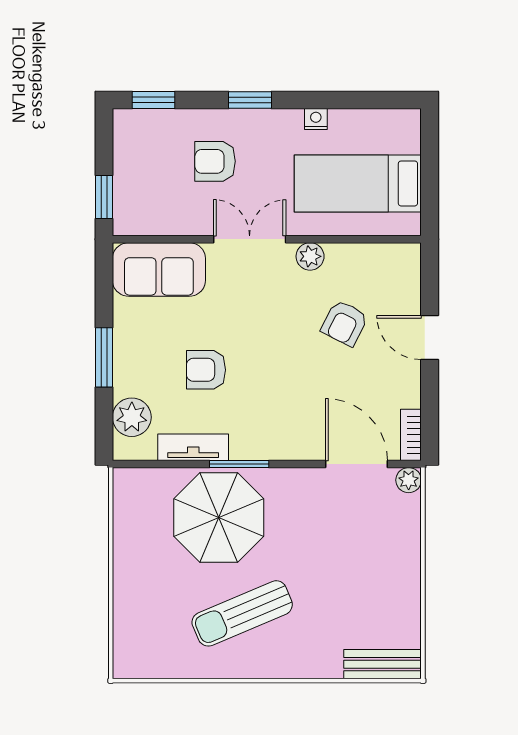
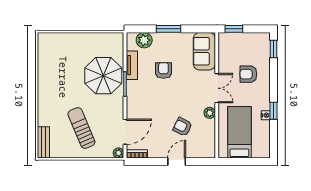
window: (250, 100) -> (273, 111), moved
armchair: (215, 161) -> (248, 74), turned -90
sun lounger: (242, 613) -> (81, 128), moved

